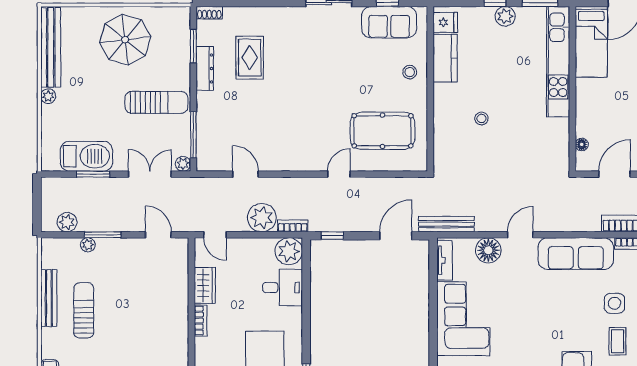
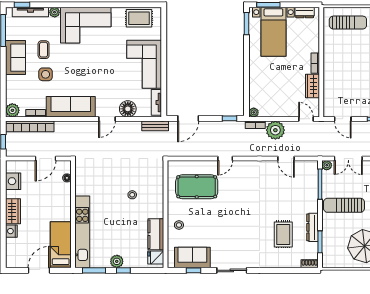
bench: (446, 224) -> (155, 126), width x0.73
plant: (289, 251) -> (254, 112), width x0.53, depth x0.53
desk: (283, 288) -> (262, 85), removed

